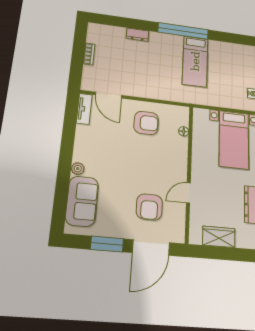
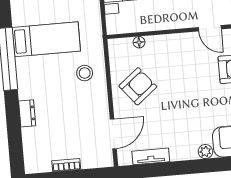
stool: (164, 84) -> (85, 73), added
tv unit: (84, 109) -> (151, 156), moved
armchair: (146, 123) -> (138, 86), turned 51

